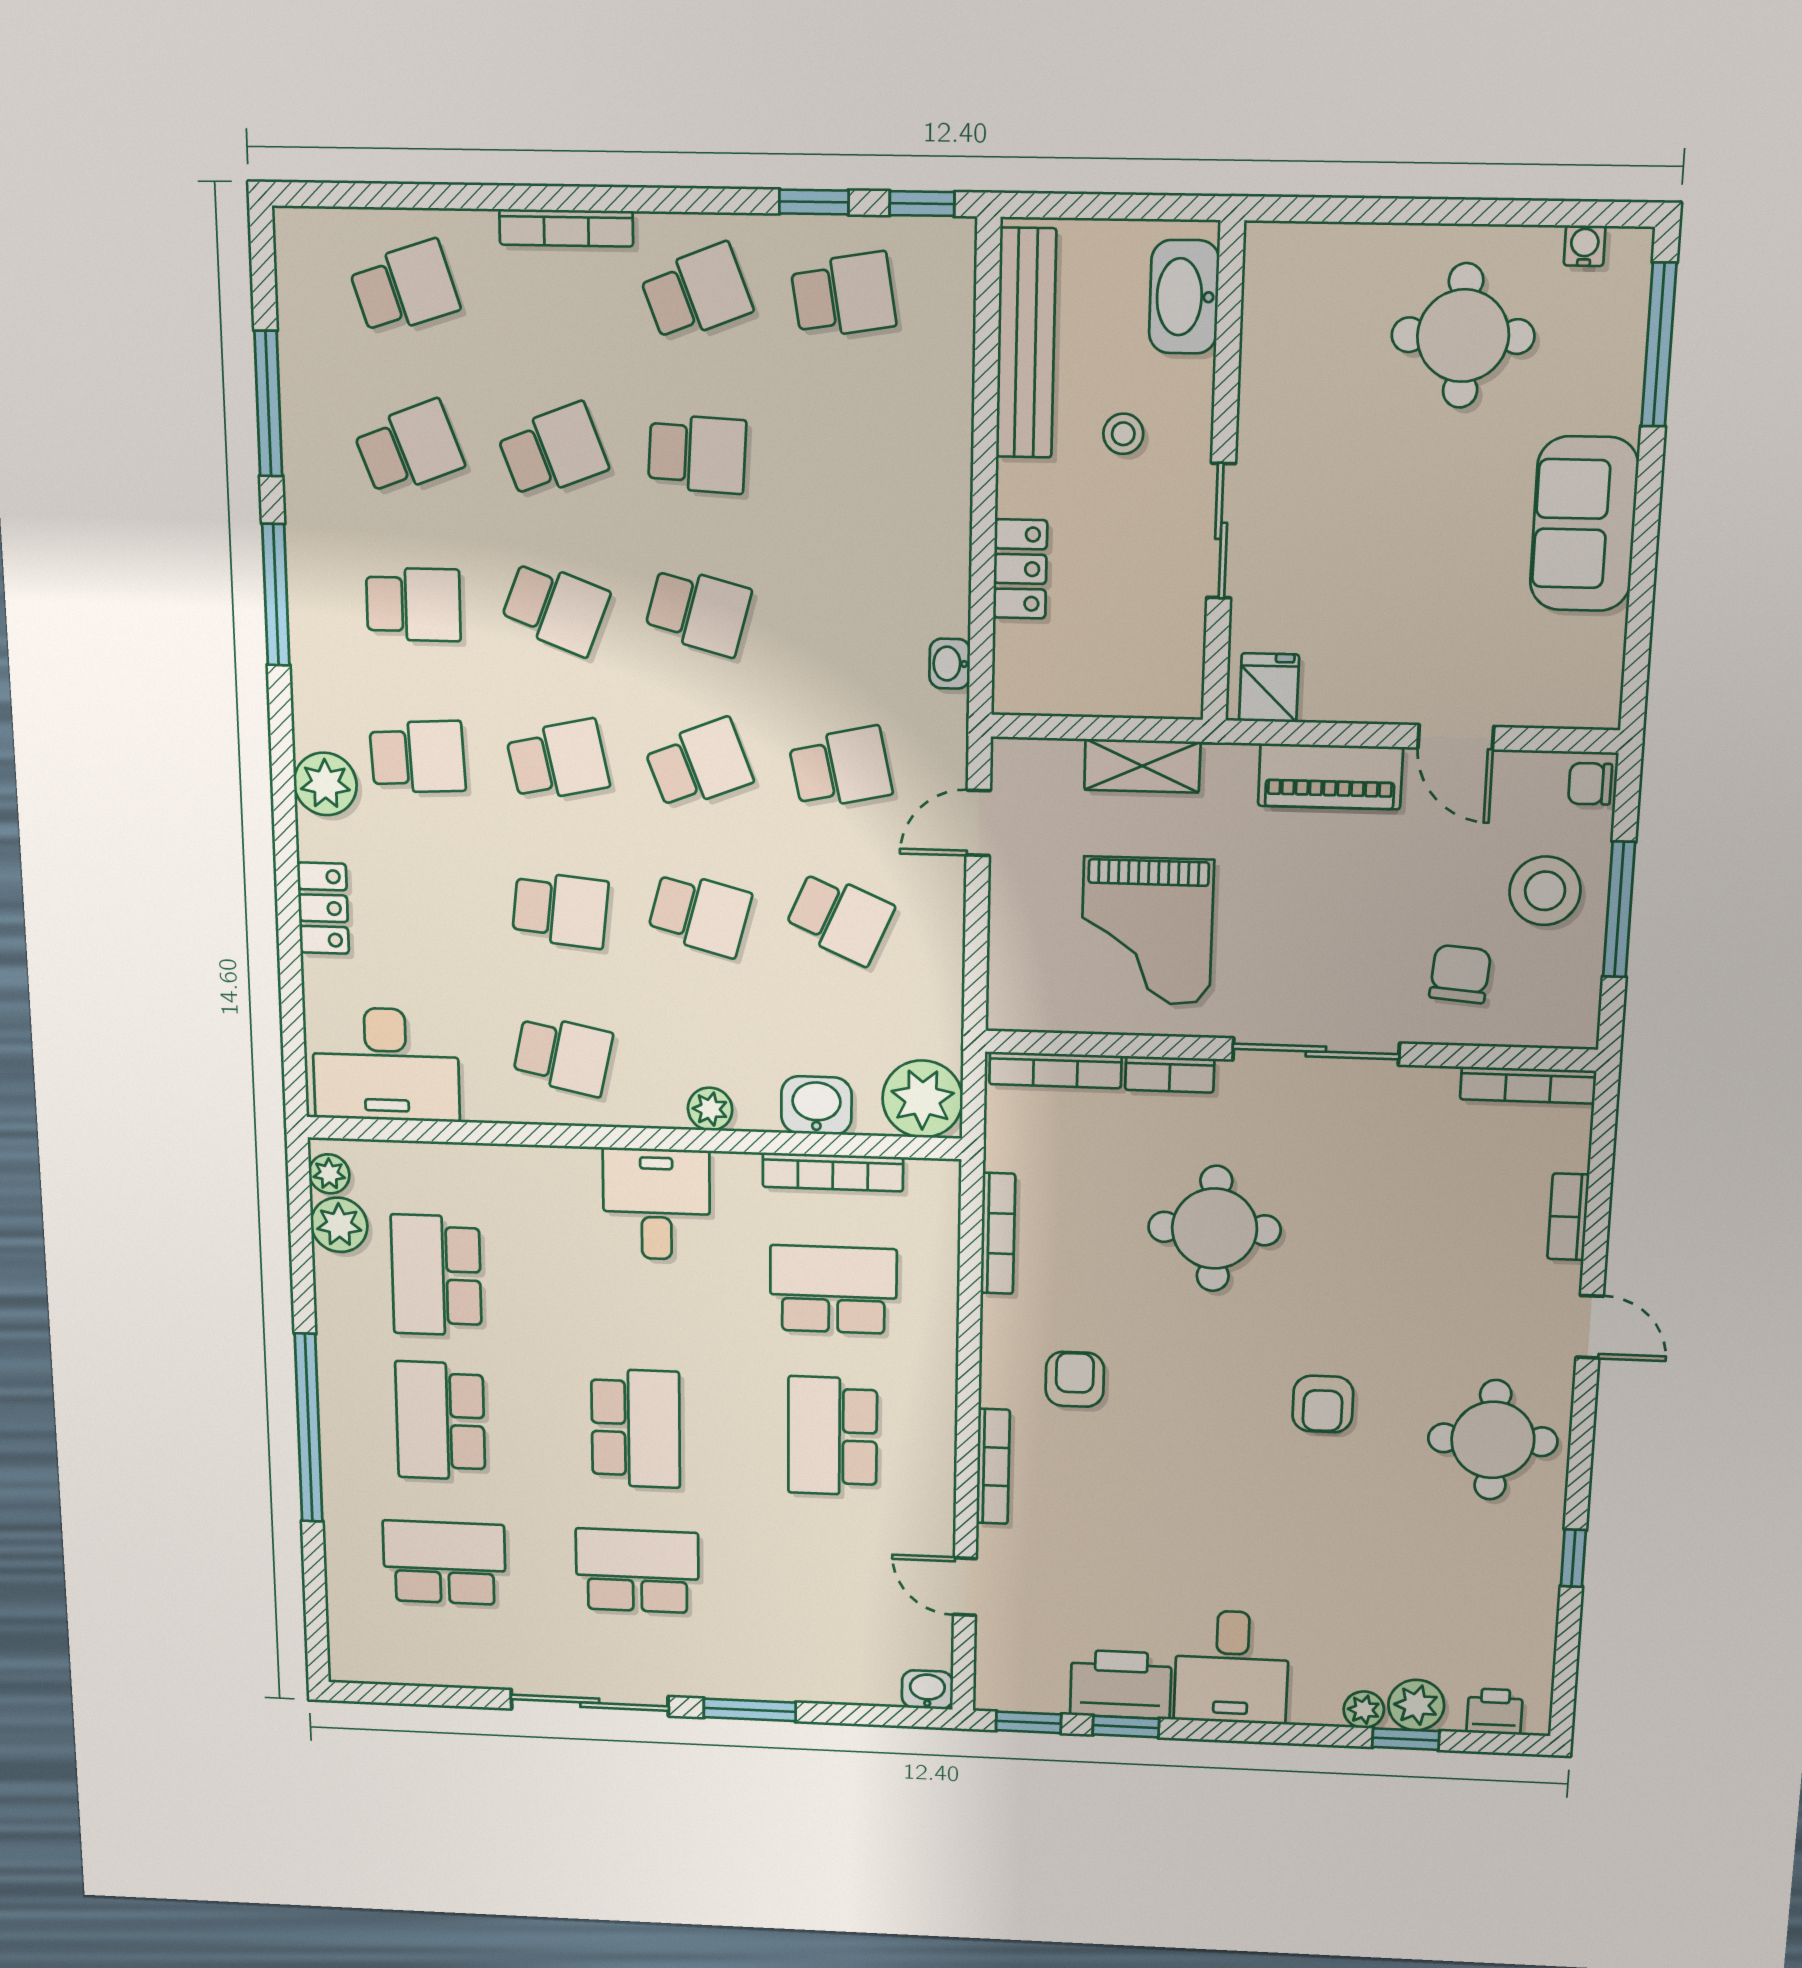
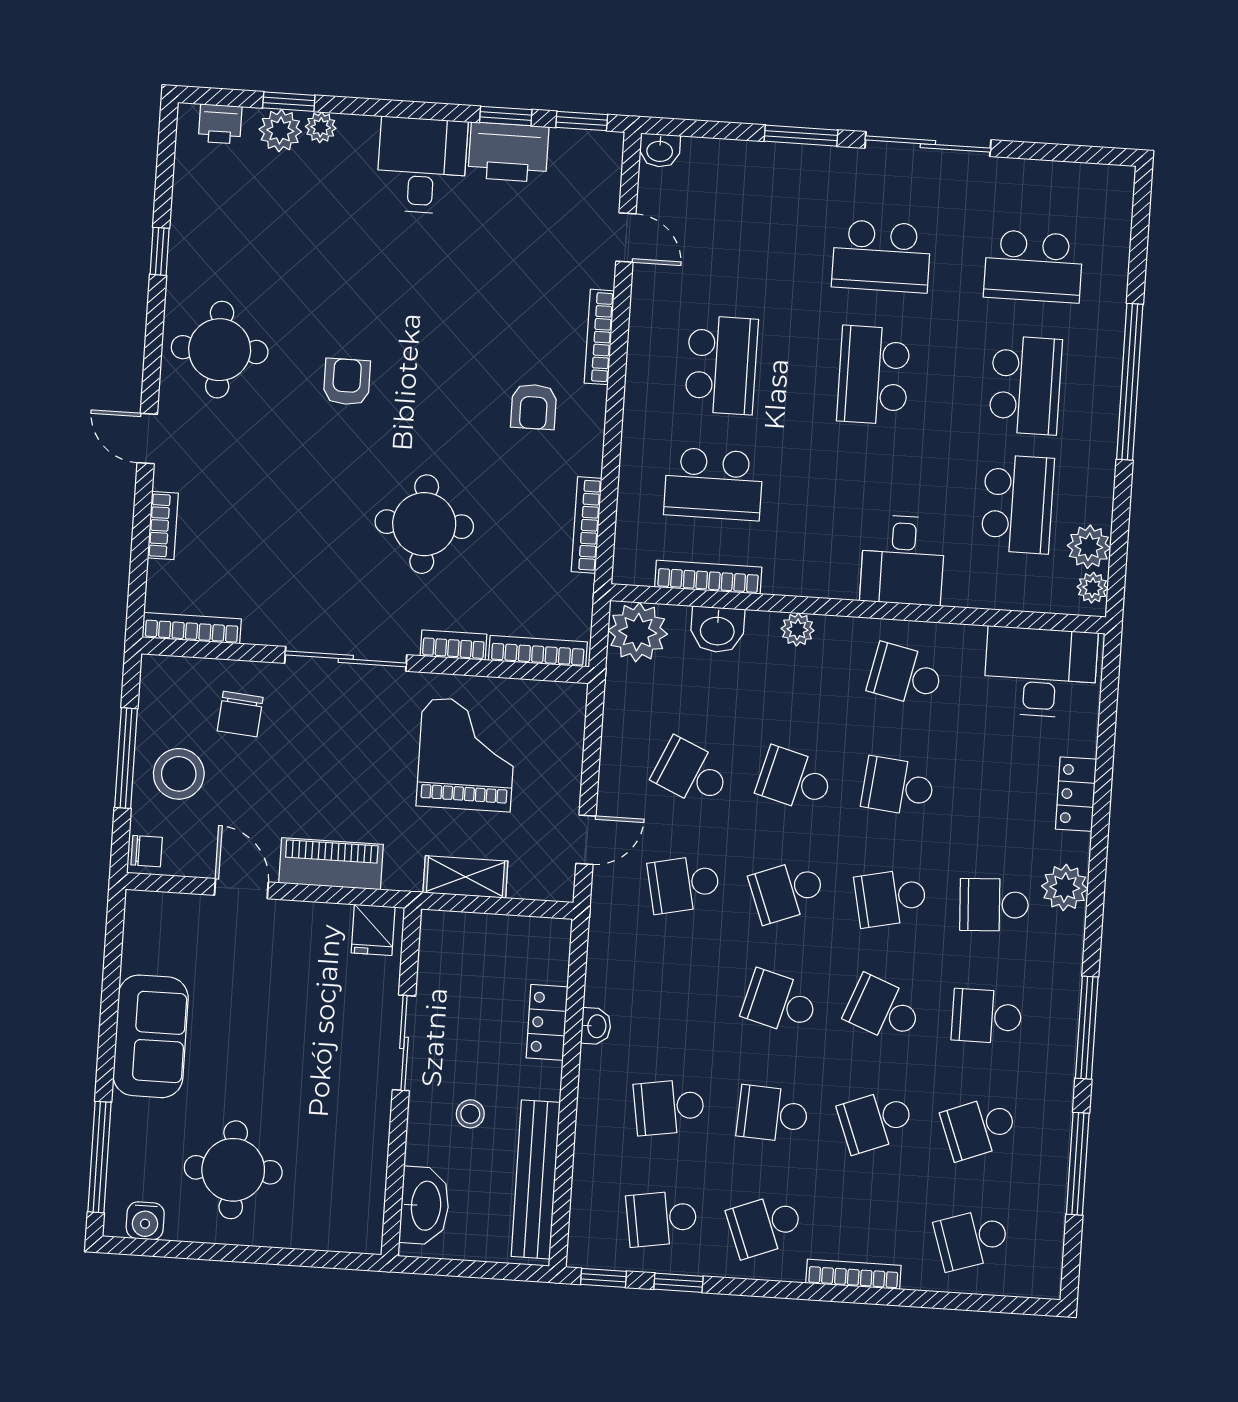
water cooler: (1585, 246) -> (145, 1221), width x1.38, depth x1.38
school desk: (842, 457) -> (669, 1107), added
washbasin: (950, 664) -> (596, 1026), moved
desk: (656, 1204) -> (903, 560), moved

